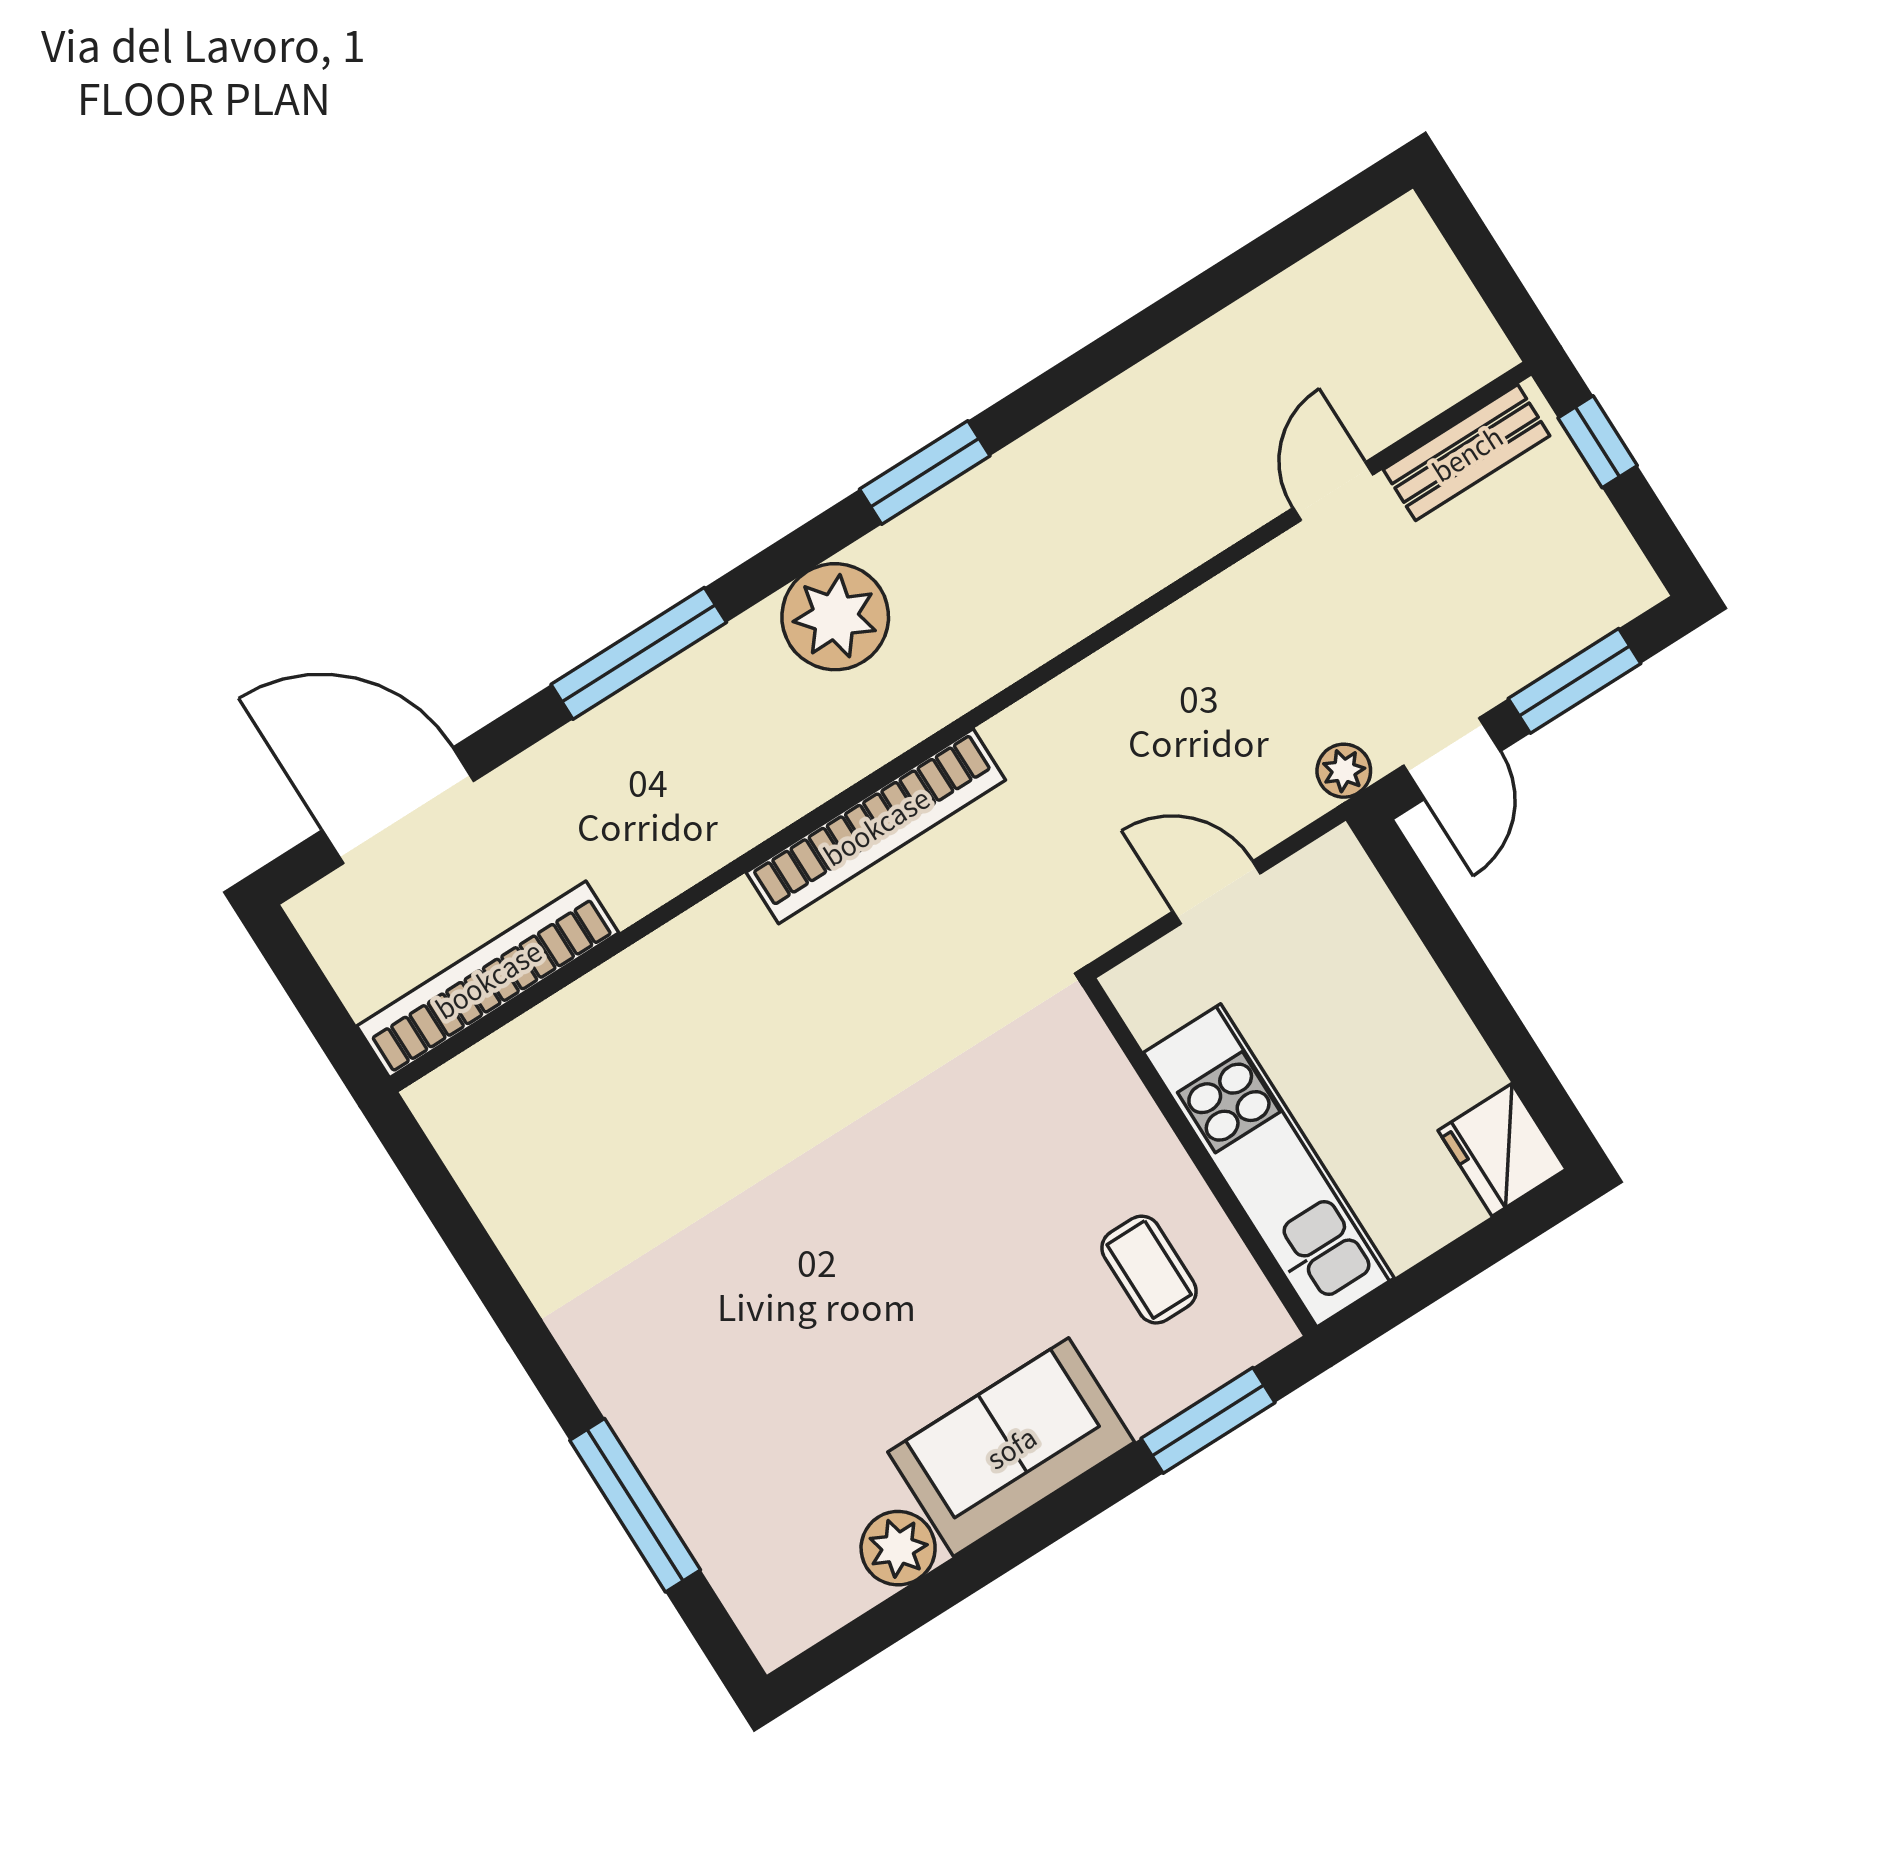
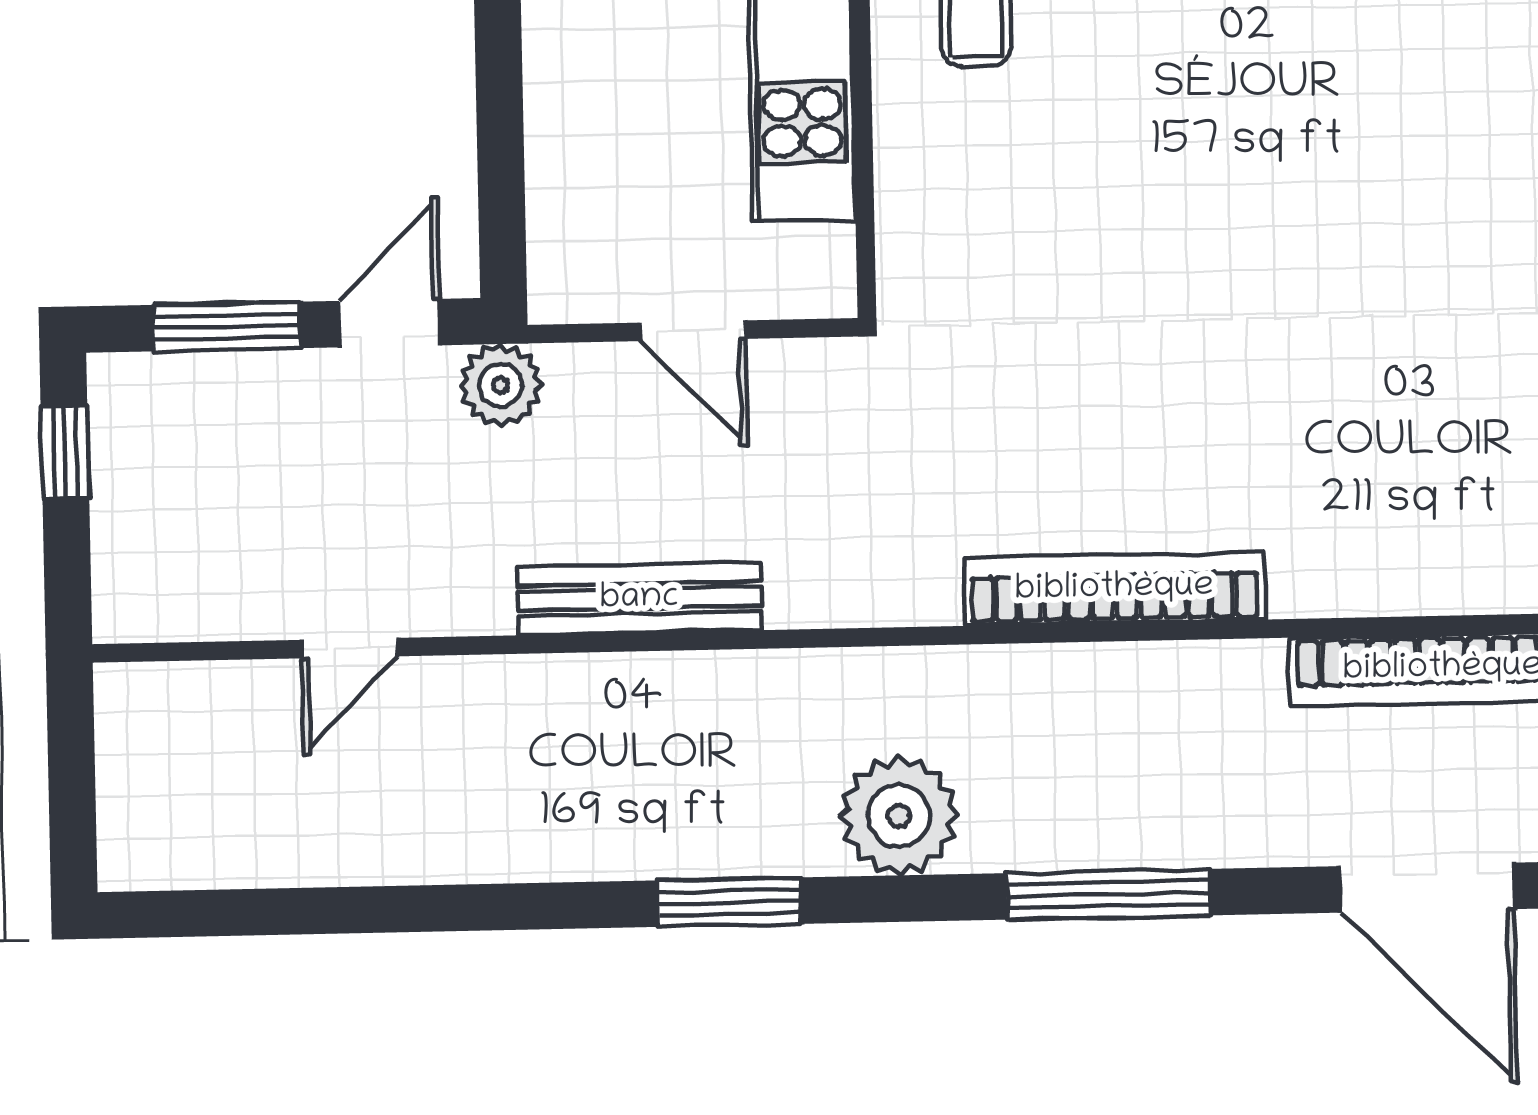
window: (1598, 442) -> (65, 452), moved
bench: (1467, 453) -> (639, 599), moved, width x1.36
plant: (1344, 771) -> (501, 385), width x1.38, depth x1.38
bookcase: (876, 826) -> (1114, 589), moved

